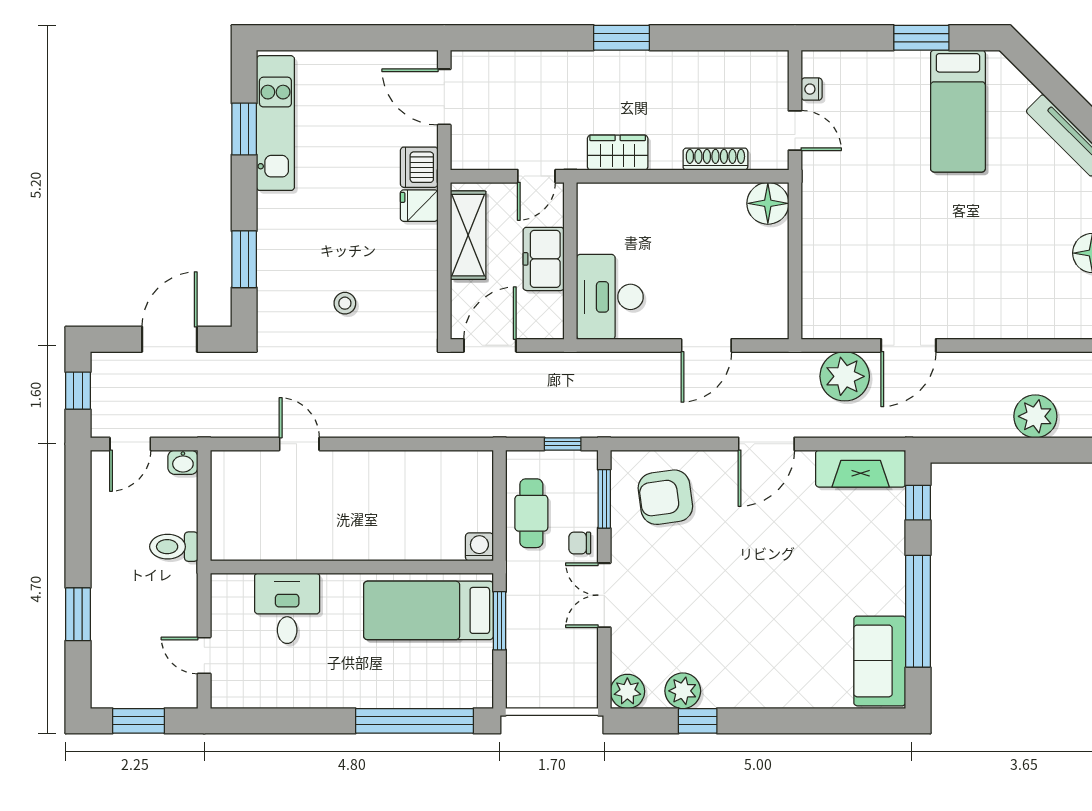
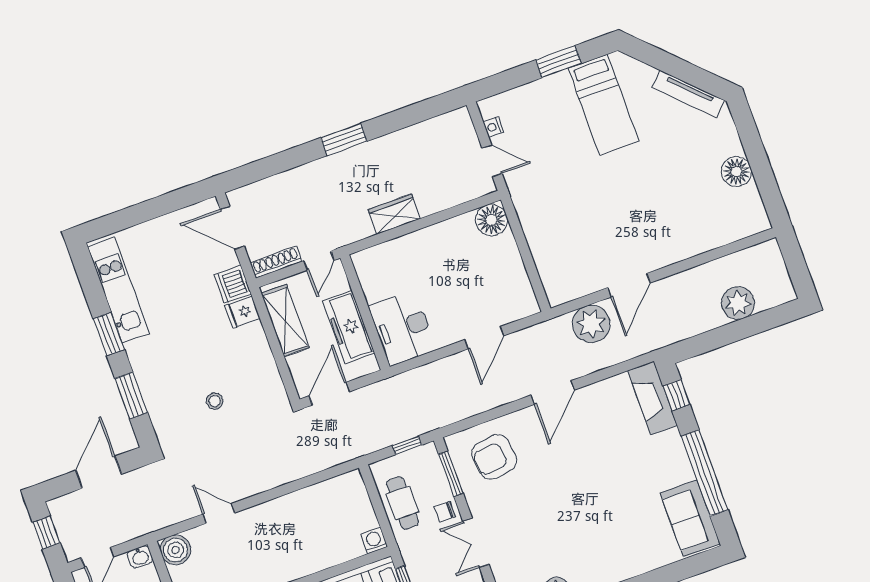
window: (244, 129) -> (109, 334), moved
wardrobe: (618, 153) -> (394, 214), moved
shoe rack: (715, 159) -> (276, 262), moved
freezer: (544, 259) -> (349, 327), width x1.40
fireplace: (861, 469) -> (652, 398), moved, turned 90
boiler: (230, 470) -> (176, 550), added

